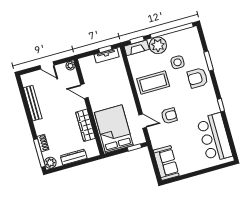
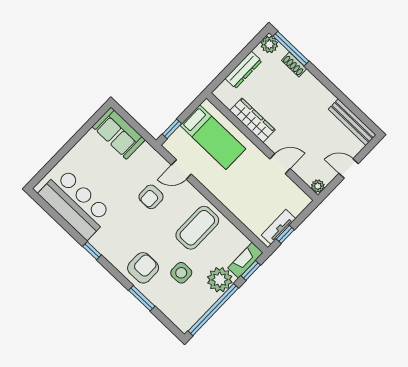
bench: (33, 103) -> (352, 122), moved
bed: (114, 129) -> (213, 137), width x0.67

